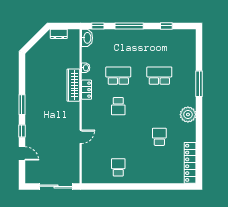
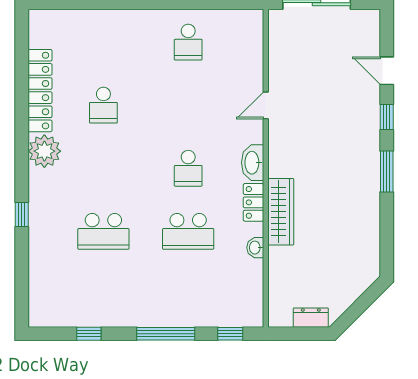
washbasin: (87, 38) -> (253, 163), moved
window: (199, 84) -> (22, 215), width x0.46
school desk: (118, 106) -> (188, 168), turned 180
locker: (190, 163) -> (40, 91), moved

